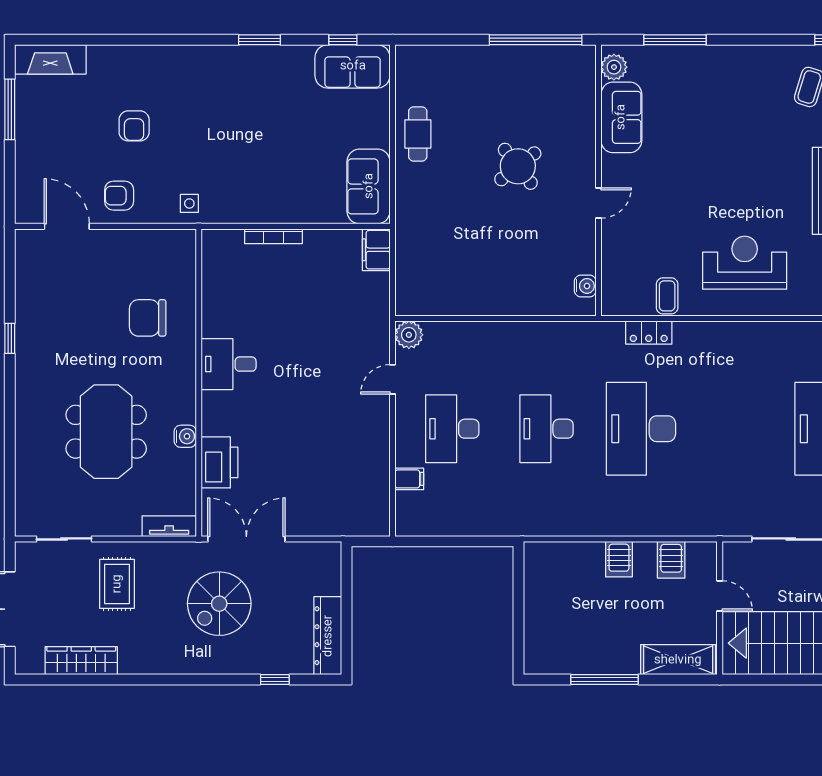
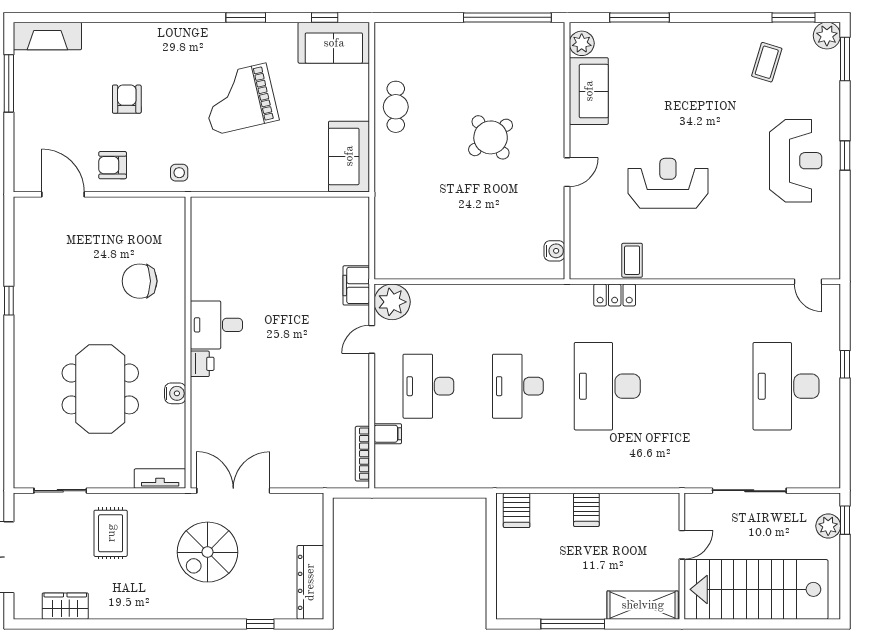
armchair: (134, 126) -> (127, 99), turned 180
grand piano: (253, 126) -> (239, 99), added
bookcase: (273, 236) -> (362, 454), moved, turned 90
filing cabinet: (376, 250) -> (356, 285), moved
reception desk: (745, 263) -> (668, 183), moved
plant: (409, 335) -> (392, 302), width x1.36, depth x1.36
printer: (219, 462) -> (202, 364), moved, width x0.53, depth x0.68
server rack: (671, 560) -> (517, 510), moved
door: (720, 596) -> (682, 545), hinge flipped
wardrobe: (81, 661) -> (65, 606), width x0.67

